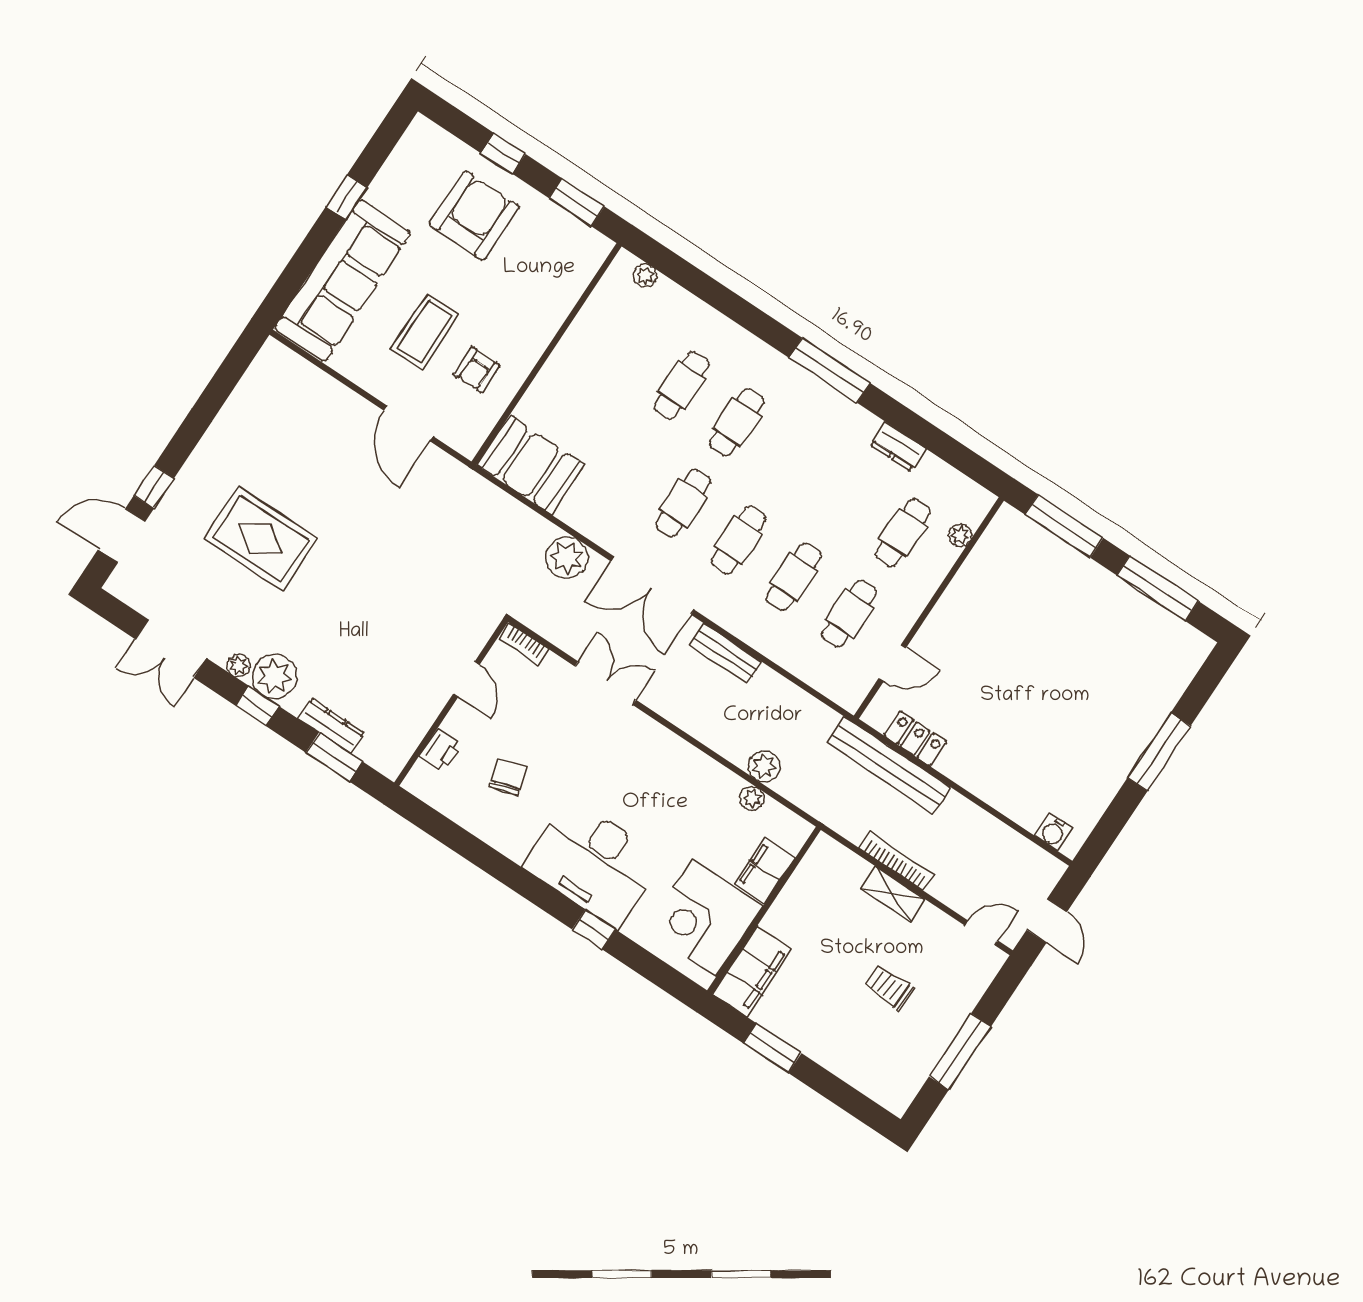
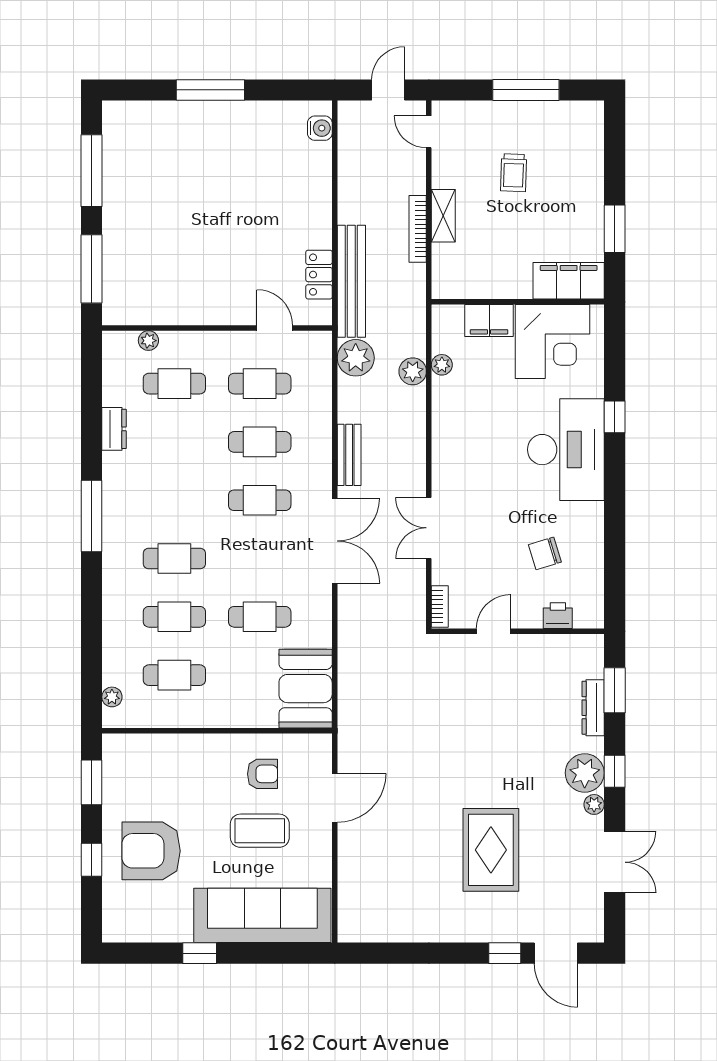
cafe table: (626, 349) -> (174, 675), added
cafe table: (683, 503) -> (260, 617), moved
plant: (567, 557) -> (356, 358), moved

